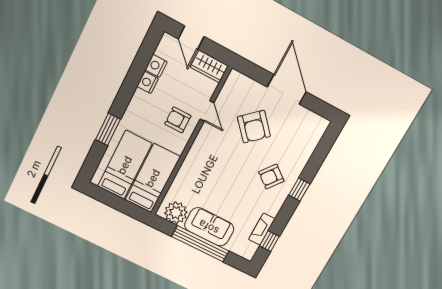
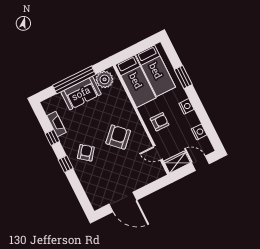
nightstand: (148, 83) -> (186, 106), moved
door: (287, 89) -> (123, 202), moved
door: (207, 111) -> (158, 153), moved
armchair: (254, 127) -> (118, 137), moved, turned 86
window: (269, 241) -> (52, 138), moved

